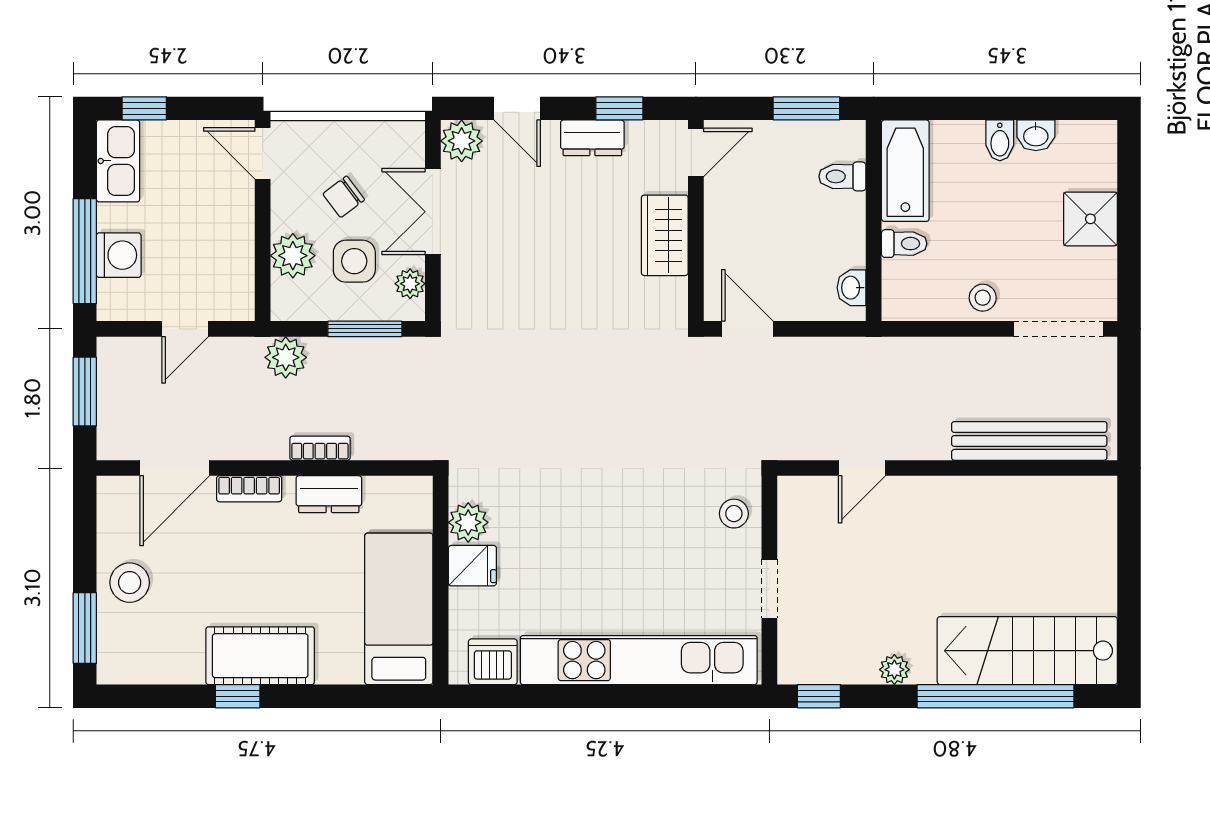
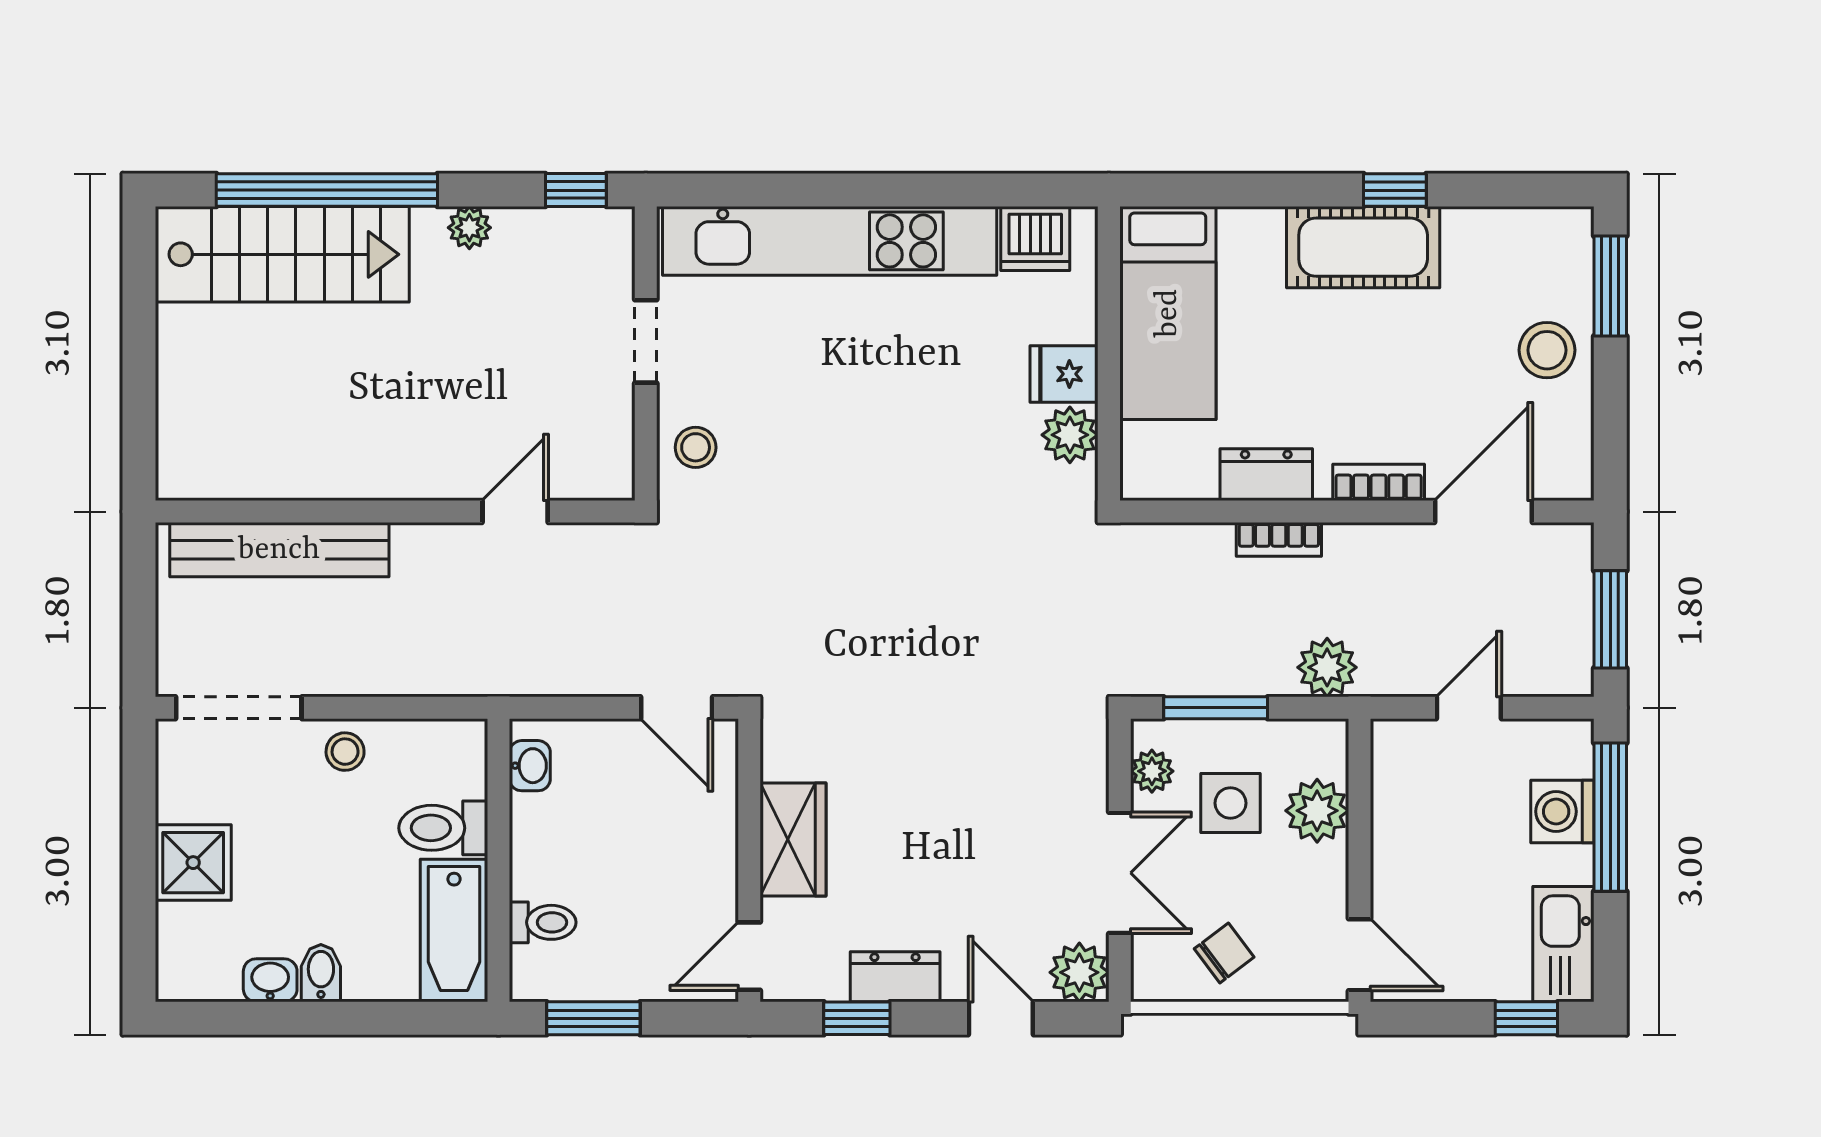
chair: (344, 197) -> (1224, 953), moved
toilet: (904, 244) -> (443, 828), width x1.37, depth x1.39

